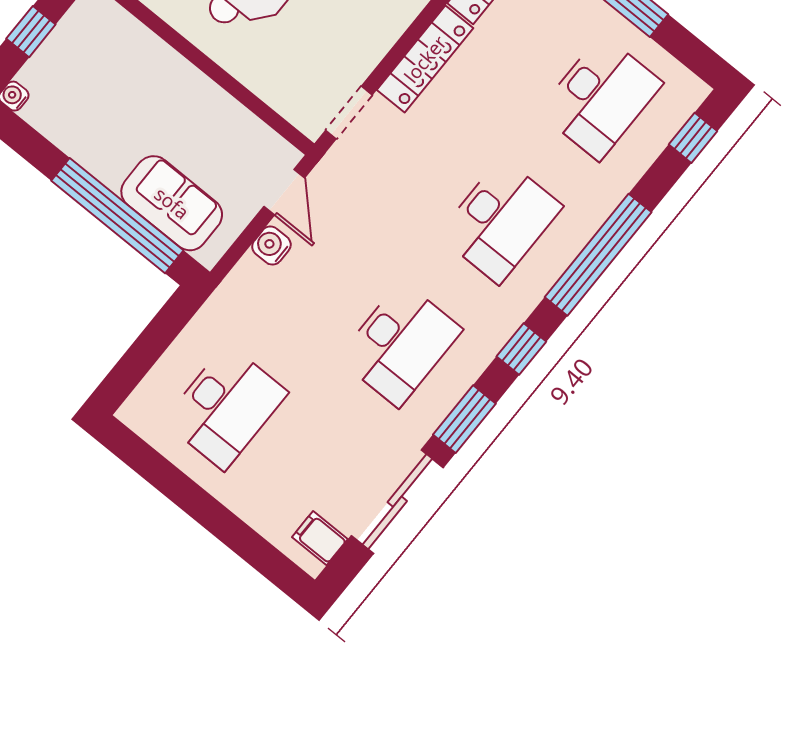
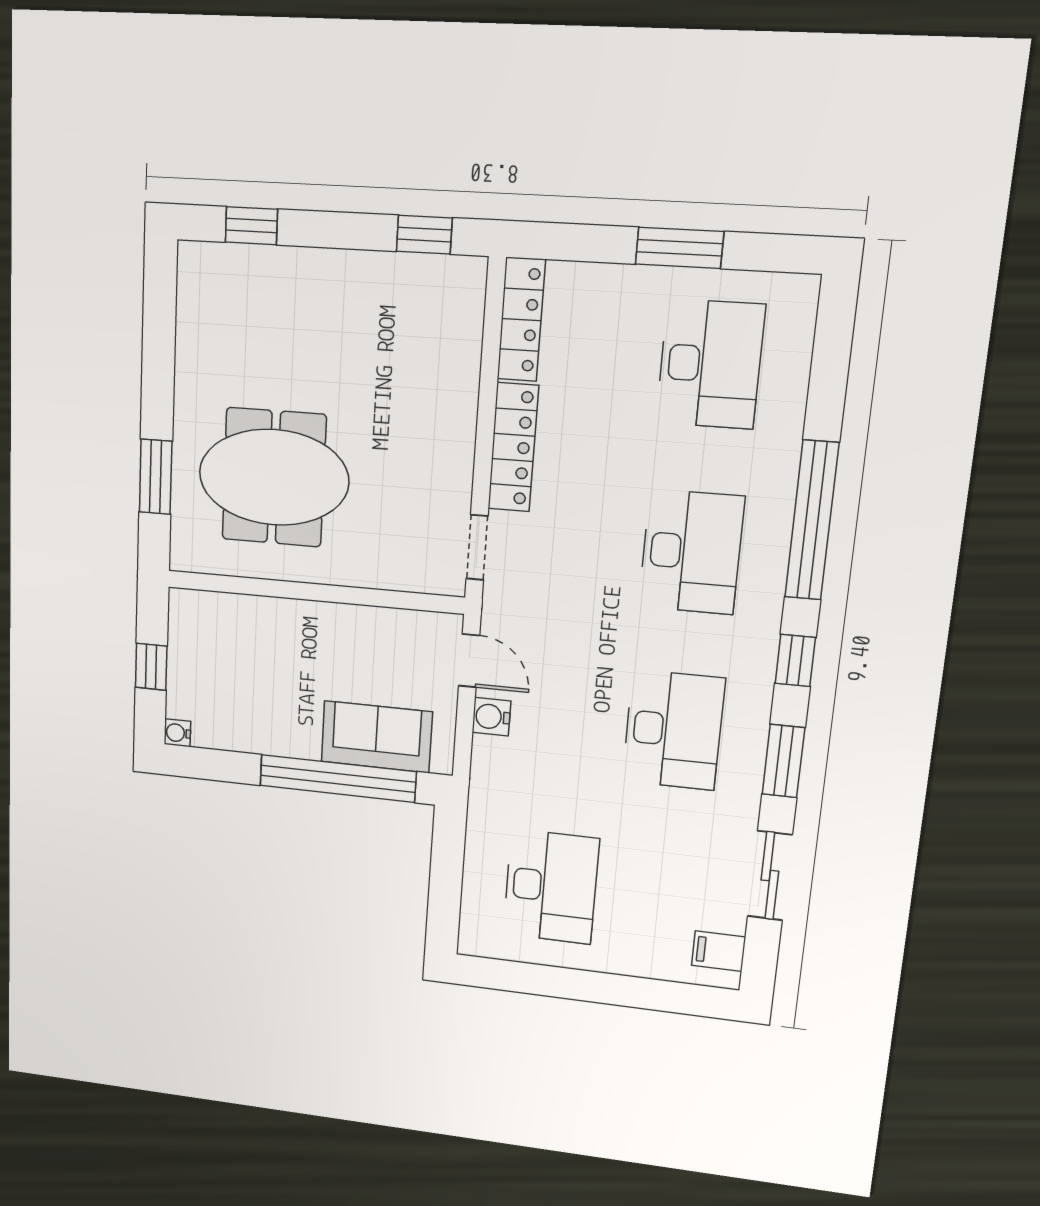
window: (693, 138) -> (833, 339), removed
sliding door: (397, 502) -> (770, 876), width x0.73

